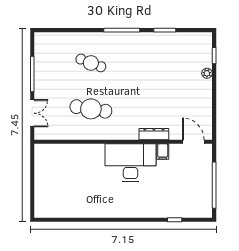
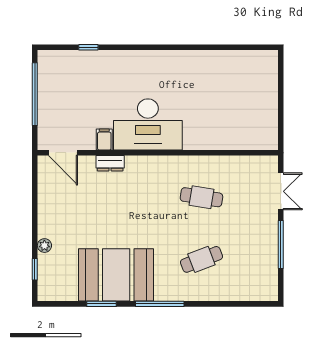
booth: (154, 51) -> (116, 275), added
cafe table: (91, 63) -> (201, 259), turned -42
cafe table: (91, 109) -> (201, 197), width x0.73, depth x0.74
double door: (32, 113) -> (281, 191), swing flipped
dresser: (154, 134) -> (110, 163), width x0.70

